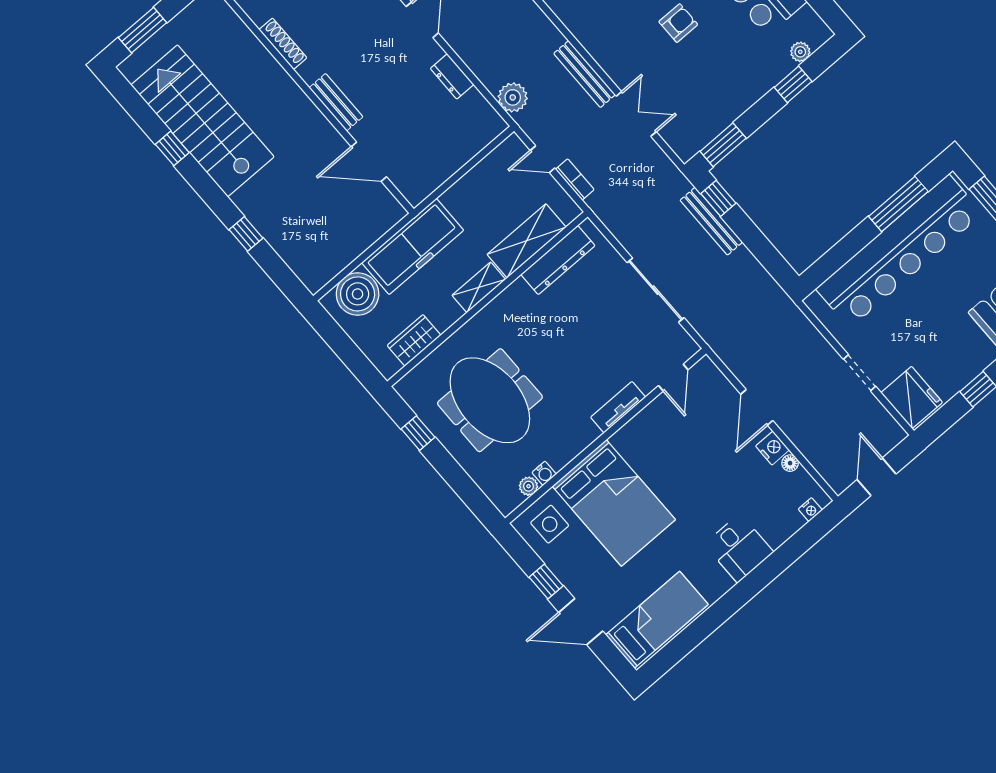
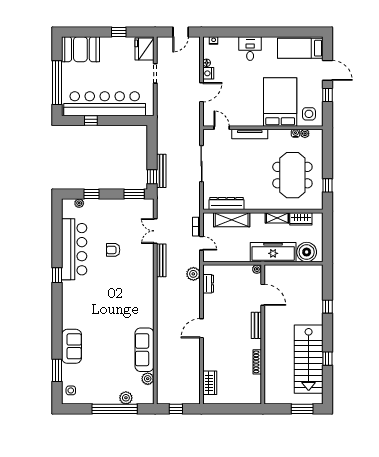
dresser: (452, 76) -> (208, 284), moved
plant: (415, 195) -> (257, 269), added
window: (898, 204) -> (91, 121), width x0.46
shelving: (479, 287) -> (277, 218), moved
door: (673, 378) -> (222, 128), hinge flipped
tv unit: (618, 407) -> (250, 134), width x1.41

